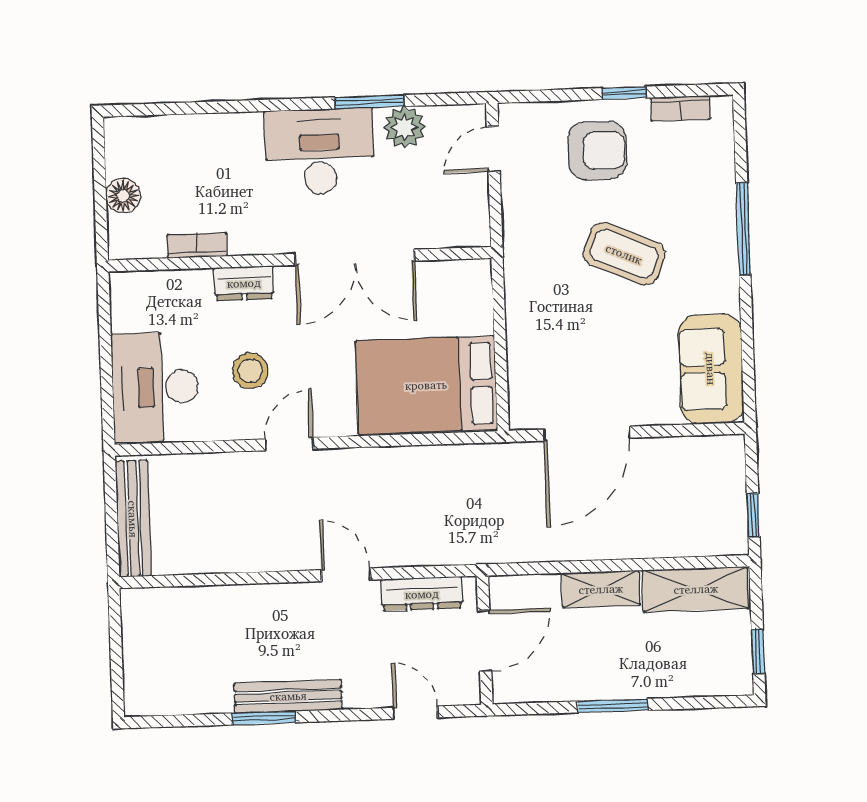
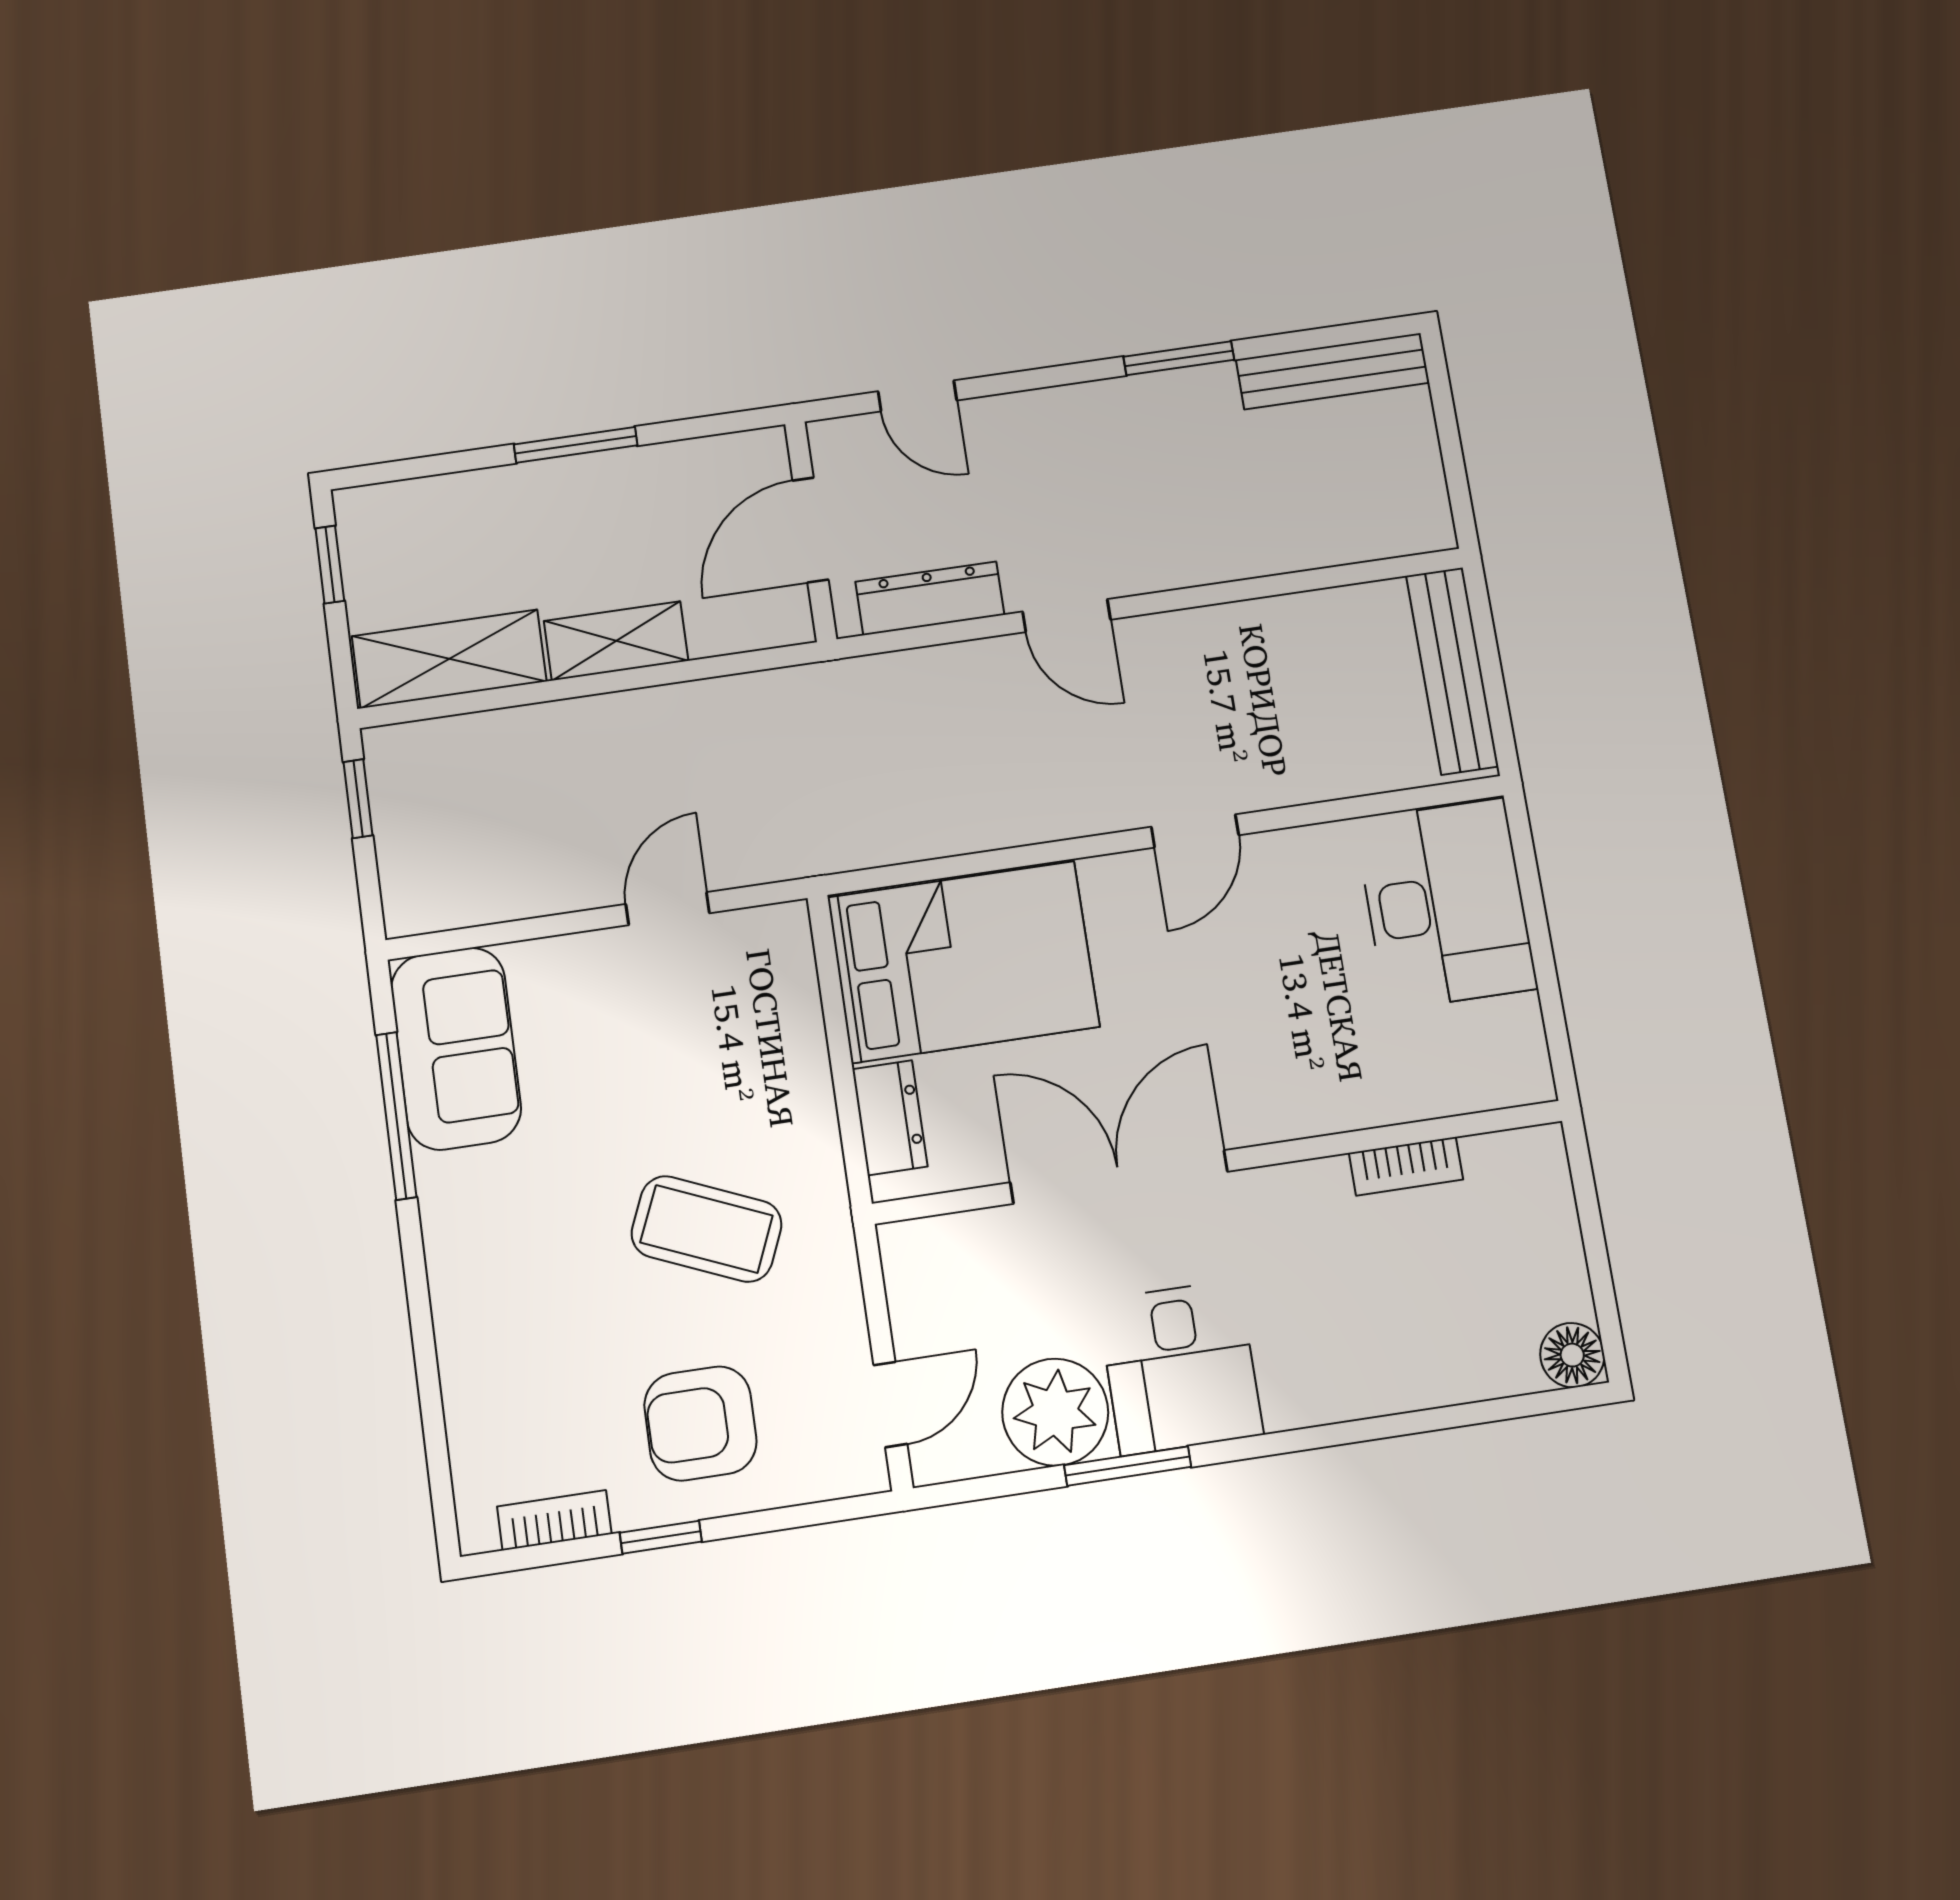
plant: (404, 127) -> (1055, 1412), width x1.36, depth x1.36
desk: (320, 152) -> (1180, 1367), width x0.73
floor lamp: (123, 196) -> (1572, 1355), moved
window: (743, 229) -> (396, 1116), moved
coffee table: (624, 254) -> (707, 1229), moved
dresser: (244, 283) -> (890, 1118), moved, turned 90
stool: (250, 371) -> (1281, 952), removed
door: (587, 434) -> (668, 909), width x0.53
bench: (288, 696) -> (1333, 371), moved

